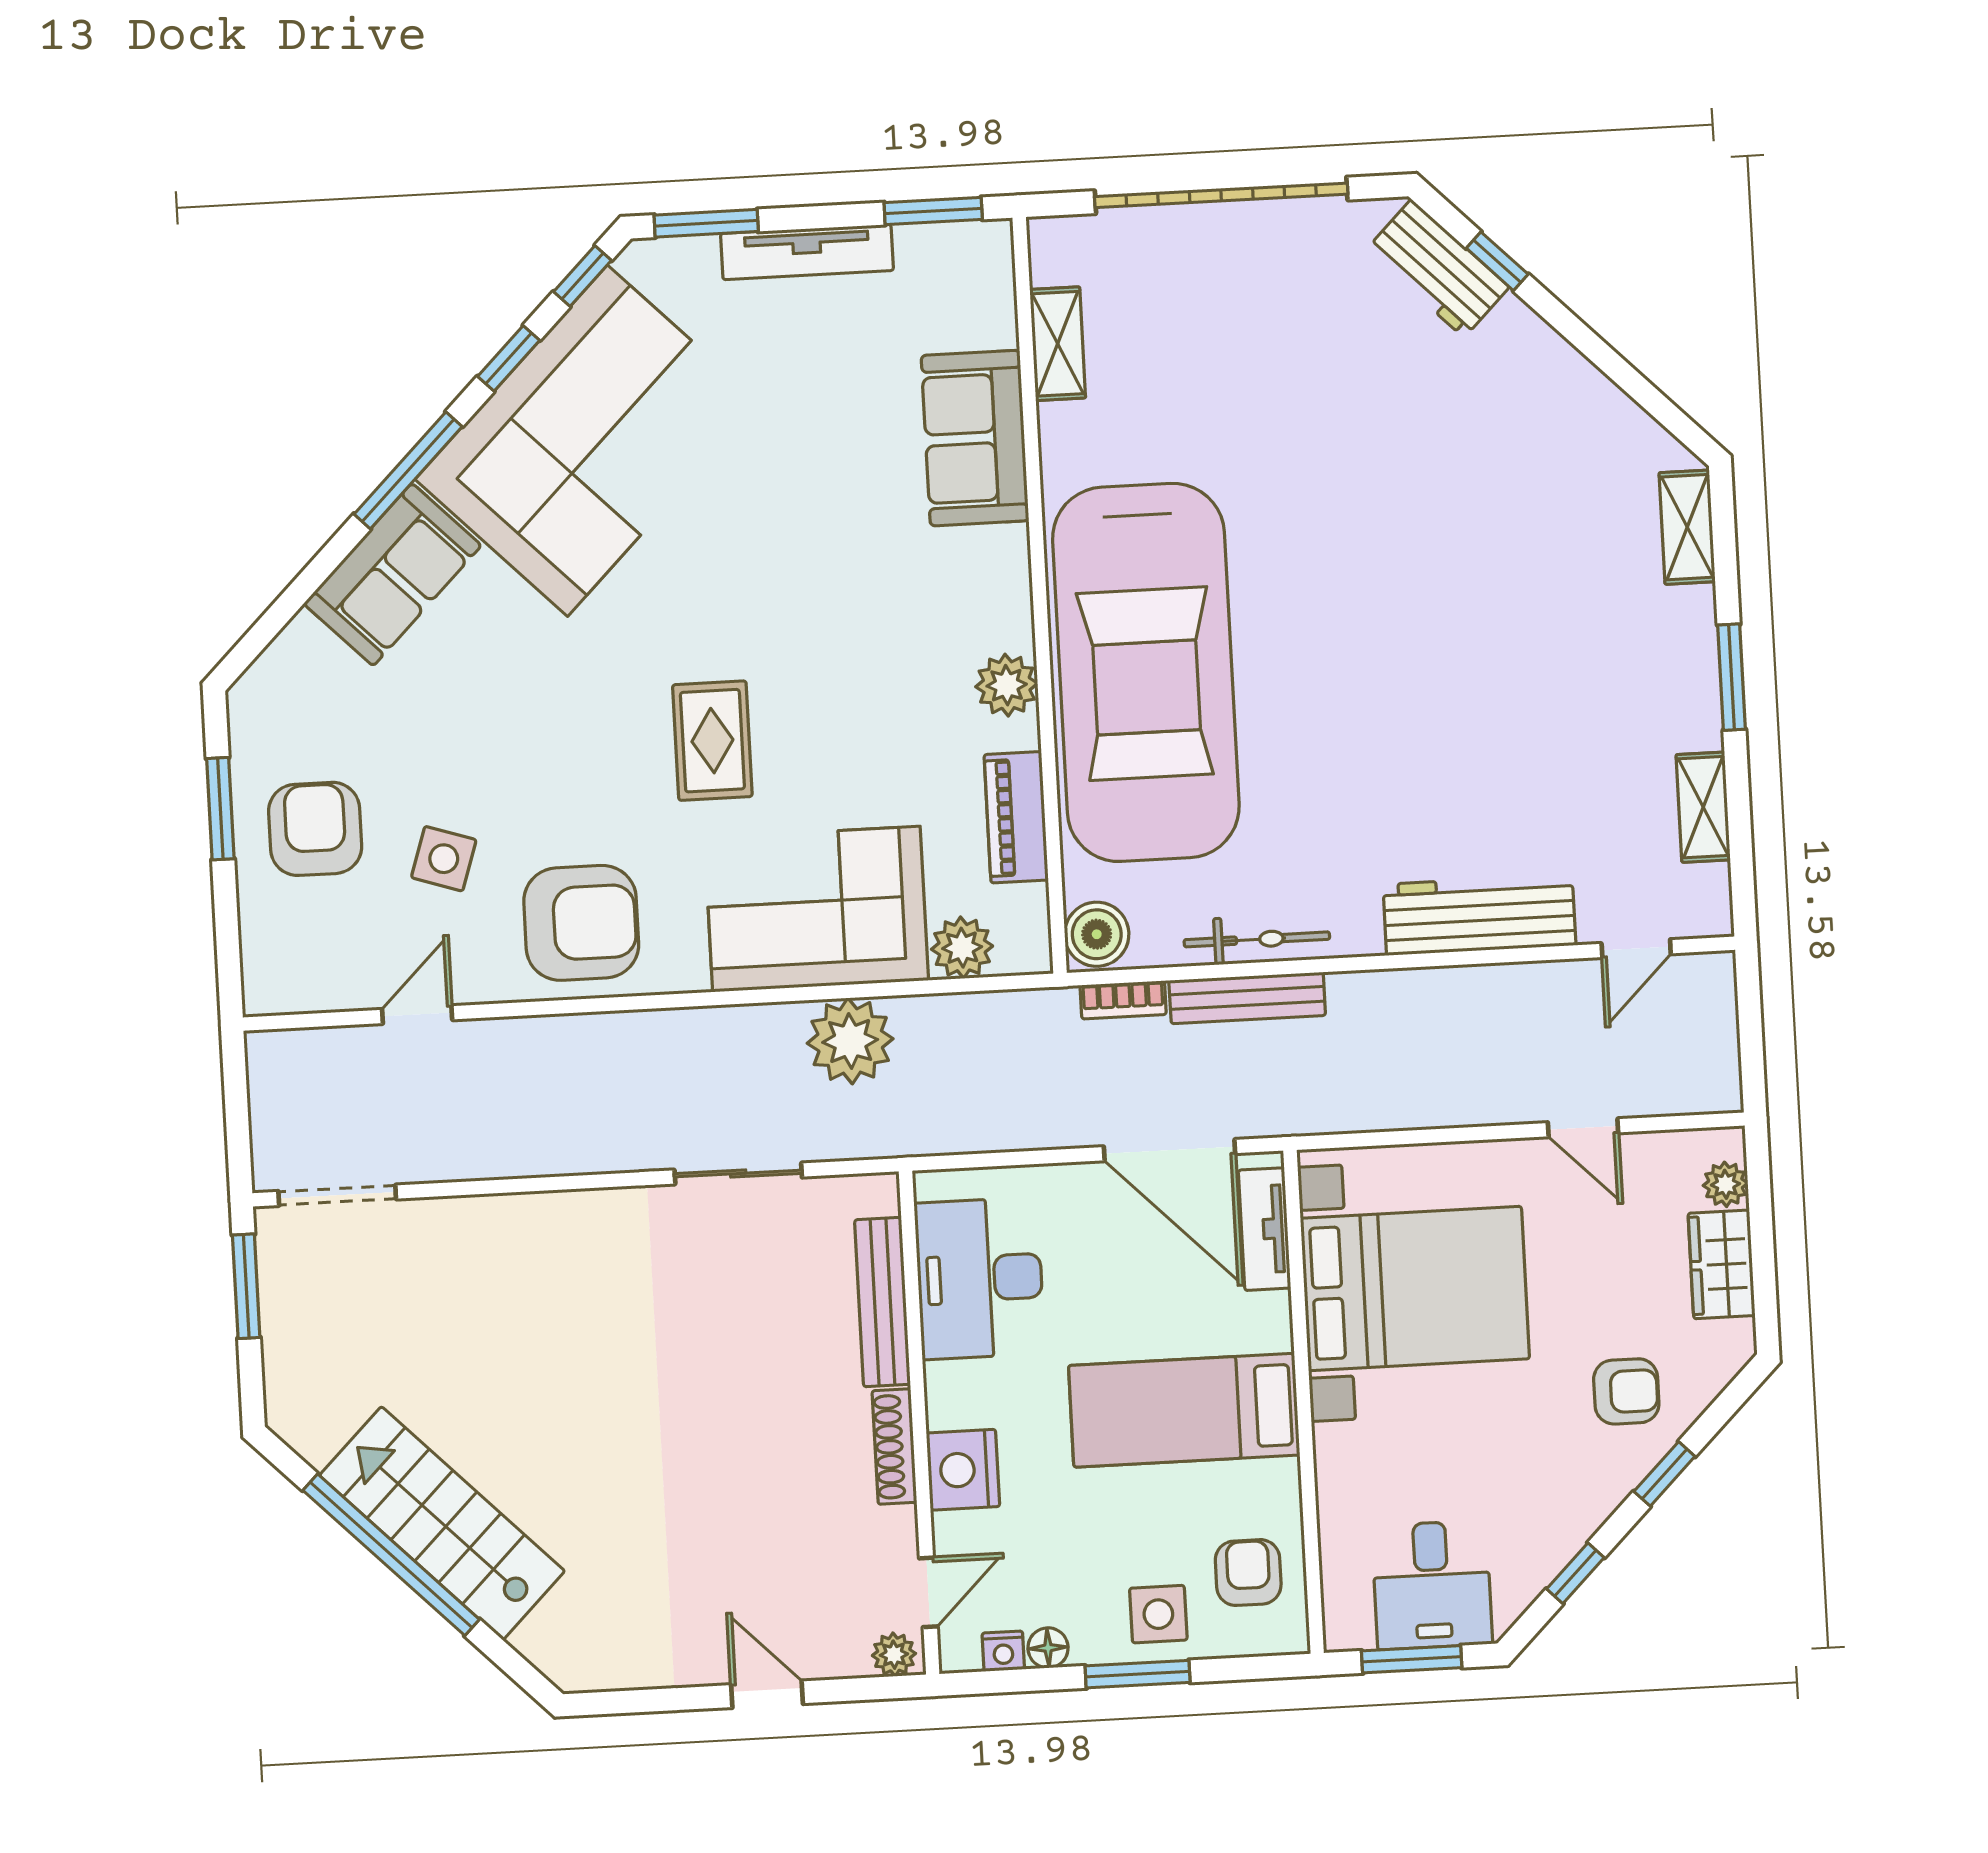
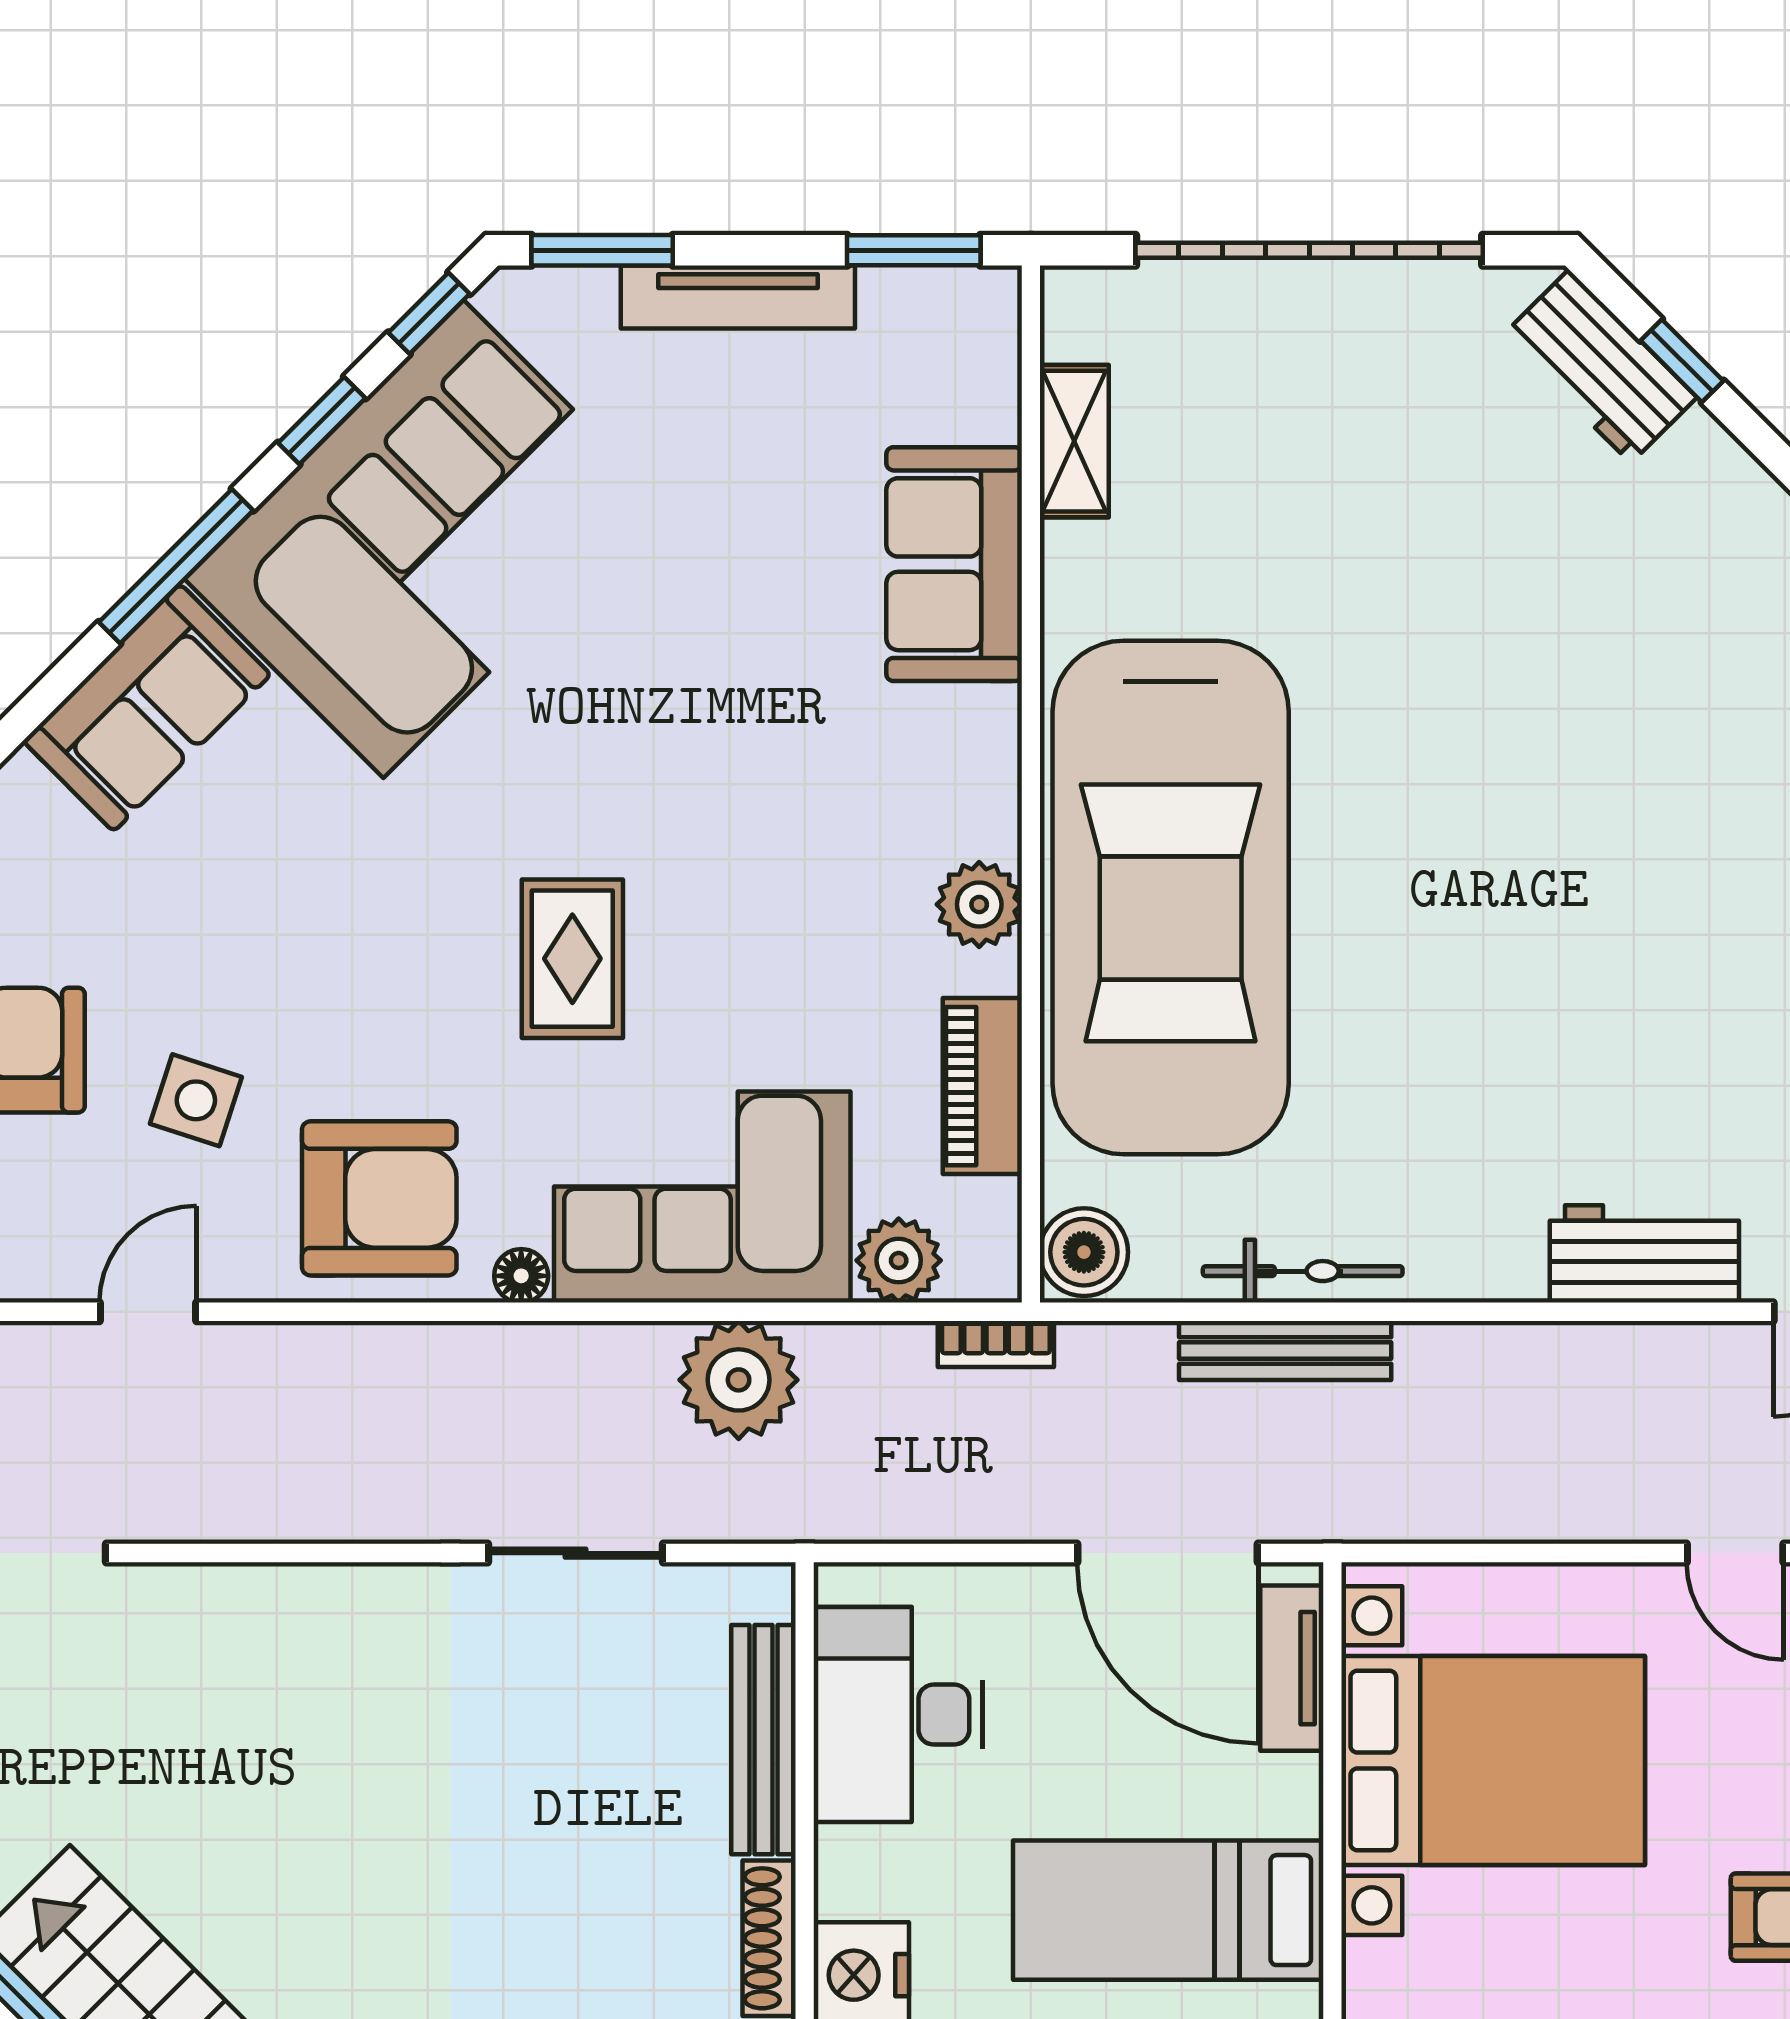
workbench: (1479, 915) -> (1644, 1254), width x0.73
floor lamp: (688, 974) -> (521, 1276), added
bookcase: (1123, 1000) -> (996, 1344), moved

